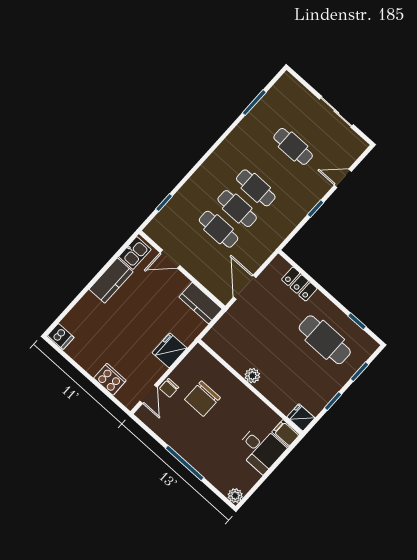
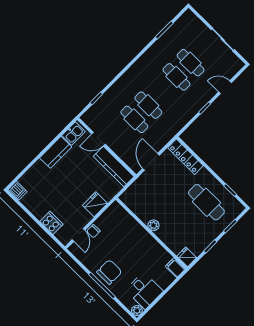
cafe table: (256, 188) -> (176, 77), moved
locker: (299, 284) -> (186, 157), width x1.53
kitchen counter: (200, 303) -> (114, 166), width x1.50
chair: (202, 399) -> (109, 272), moved, turned 180
desk: (261, 449) -> (144, 290), moved

